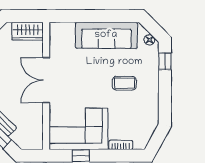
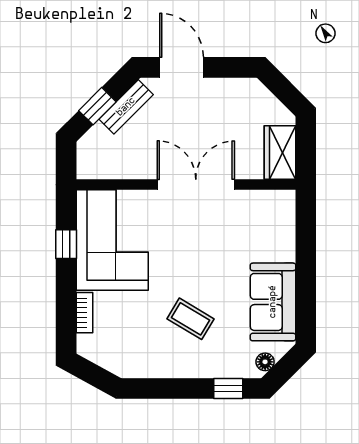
sofa: (106, 35) -> (273, 302), width x0.73
coffee table: (124, 83) -> (191, 319), turned -59

